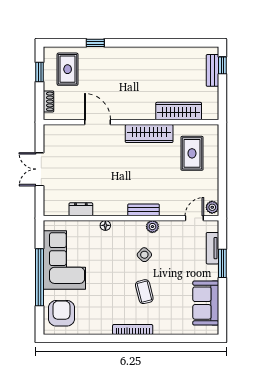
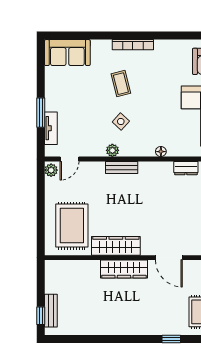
wardrobe: (179, 111) -> (124, 269), moved
rug: (192, 153) -> (72, 226), width x1.36, depth x1.43
sofa: (206, 303) -> (67, 53), moved, turned 90

